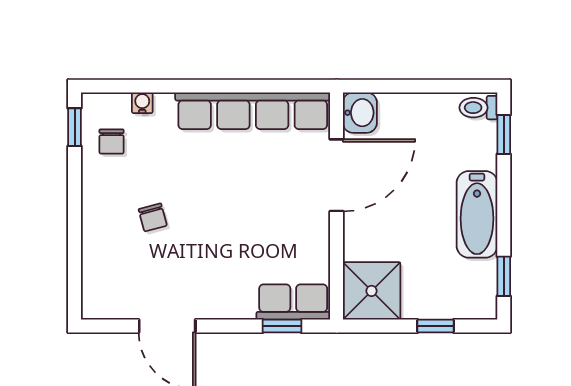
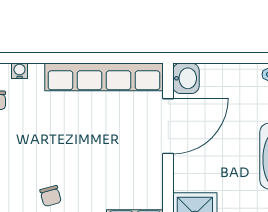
chair: (153, 217) -> (51, 196), moved

